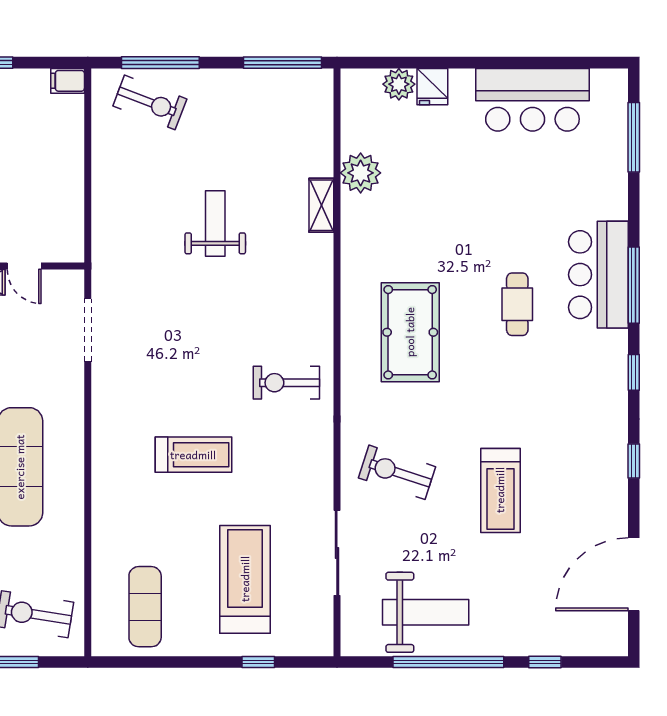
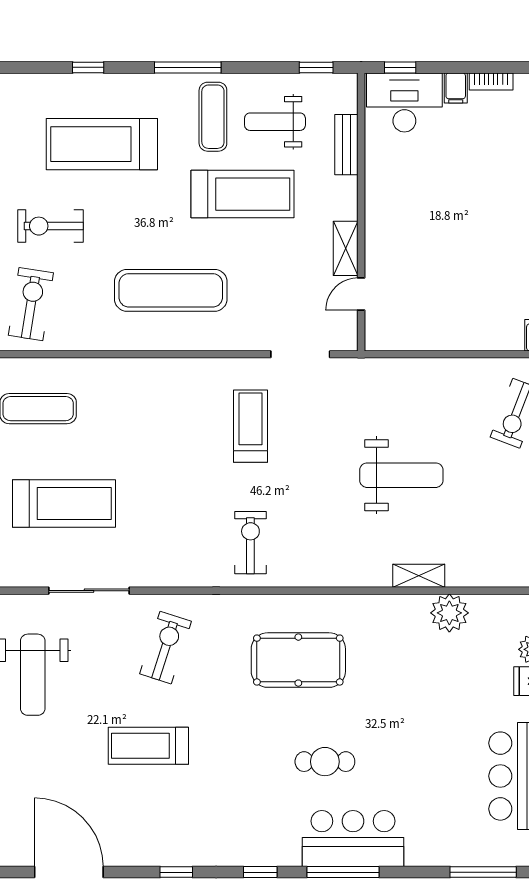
weight bench: (215, 224) -> (401, 475), width x1.36, depth x1.33
treadmill: (193, 455) -> (251, 426), moved, turned 180

